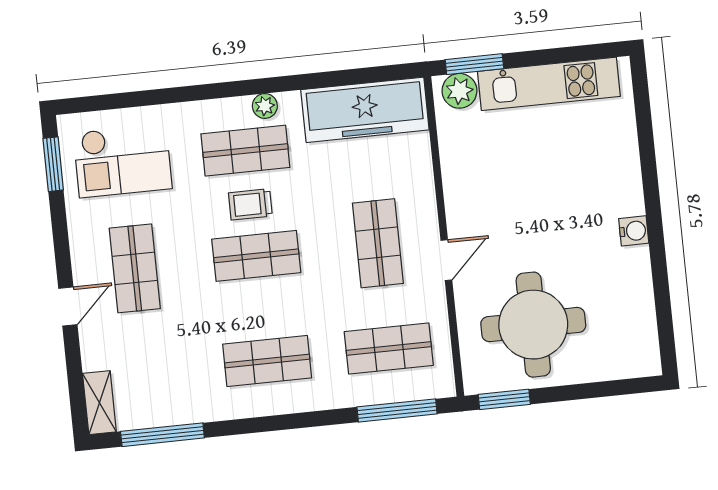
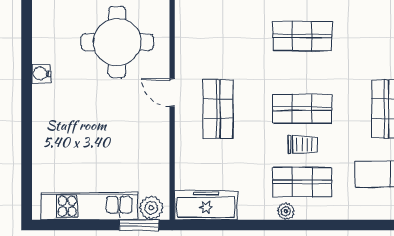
freezer: (365, 110) -> (206, 205), width x0.73, depth x0.79
water cooler: (634, 231) -> (42, 73), moved
door: (446, 260) -> (172, 92), hinge flipped
shop shelf: (389, 348) -> (218, 36), removed

